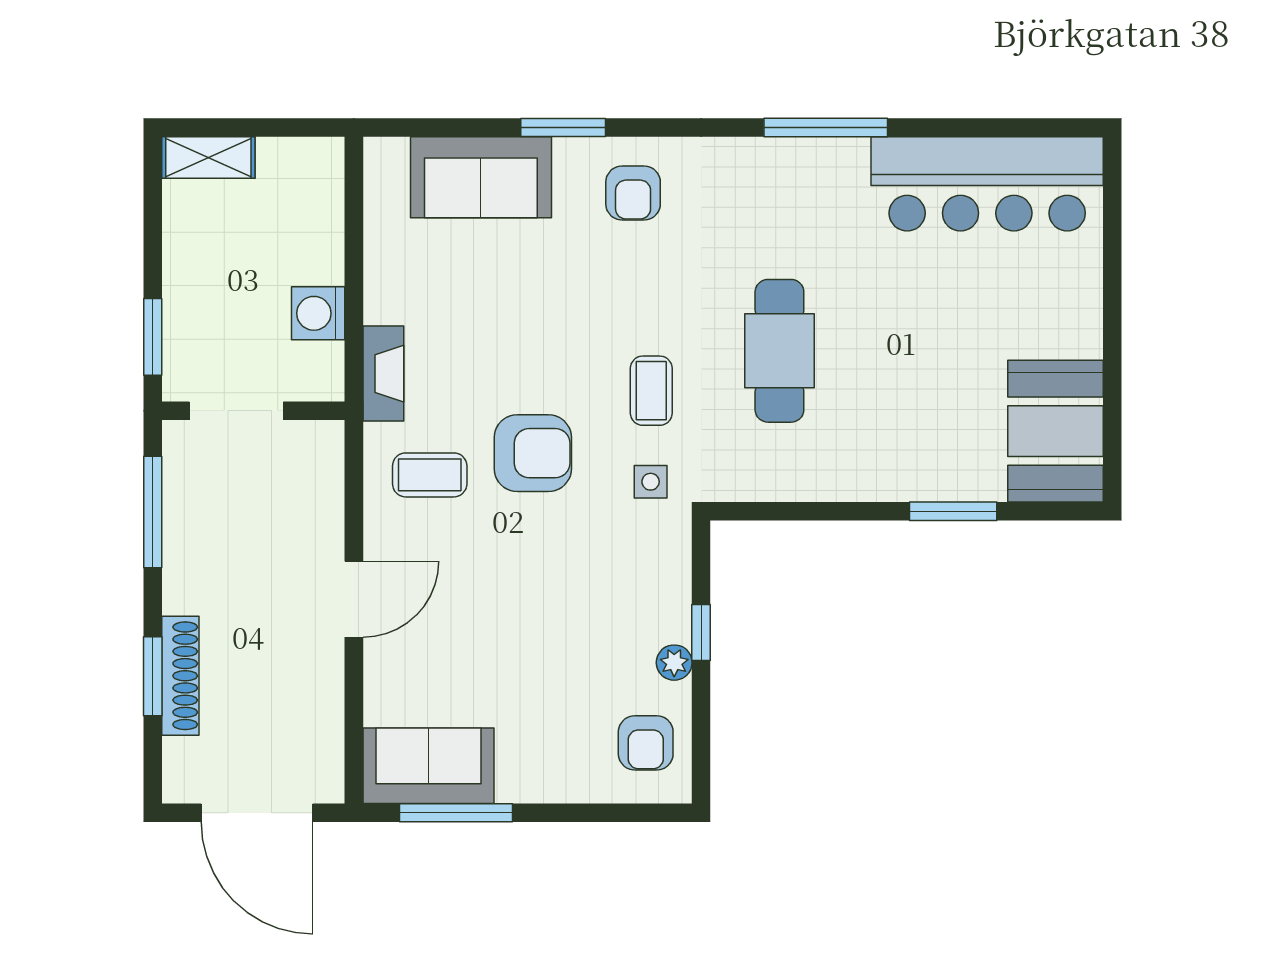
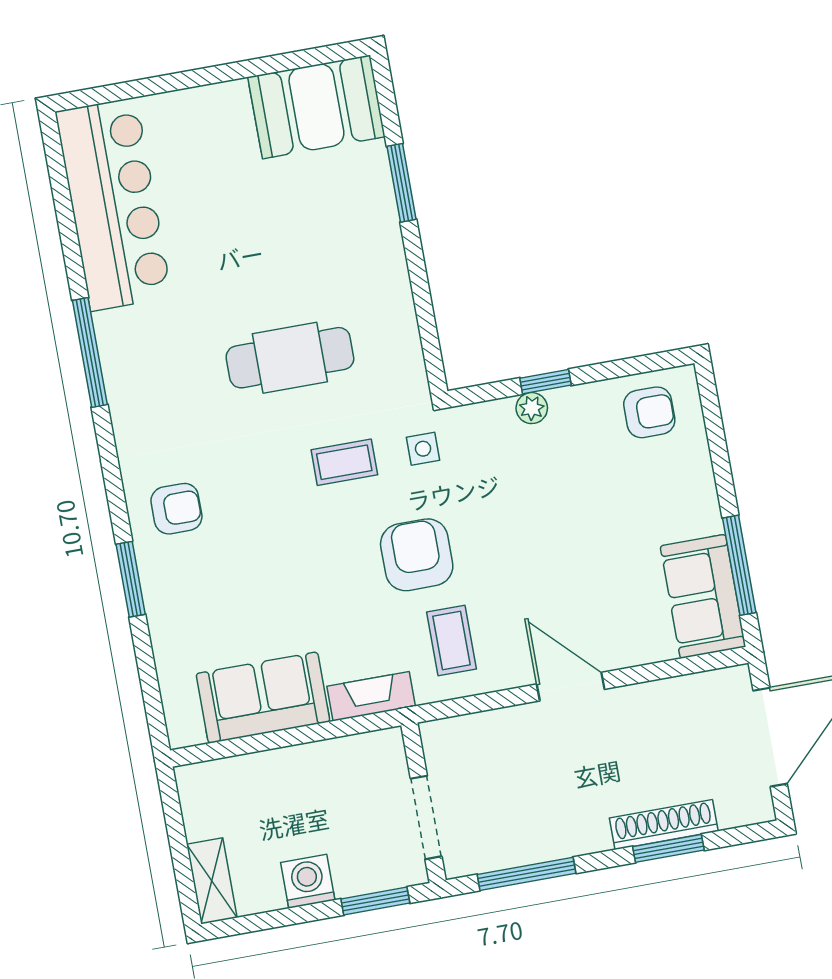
sofa: (481, 177) -> (263, 698), moved, turned -90
washing machine: (318, 313) -> (308, 881), moved, turned 180
plant: (674, 663) -> (532, 408), moved

